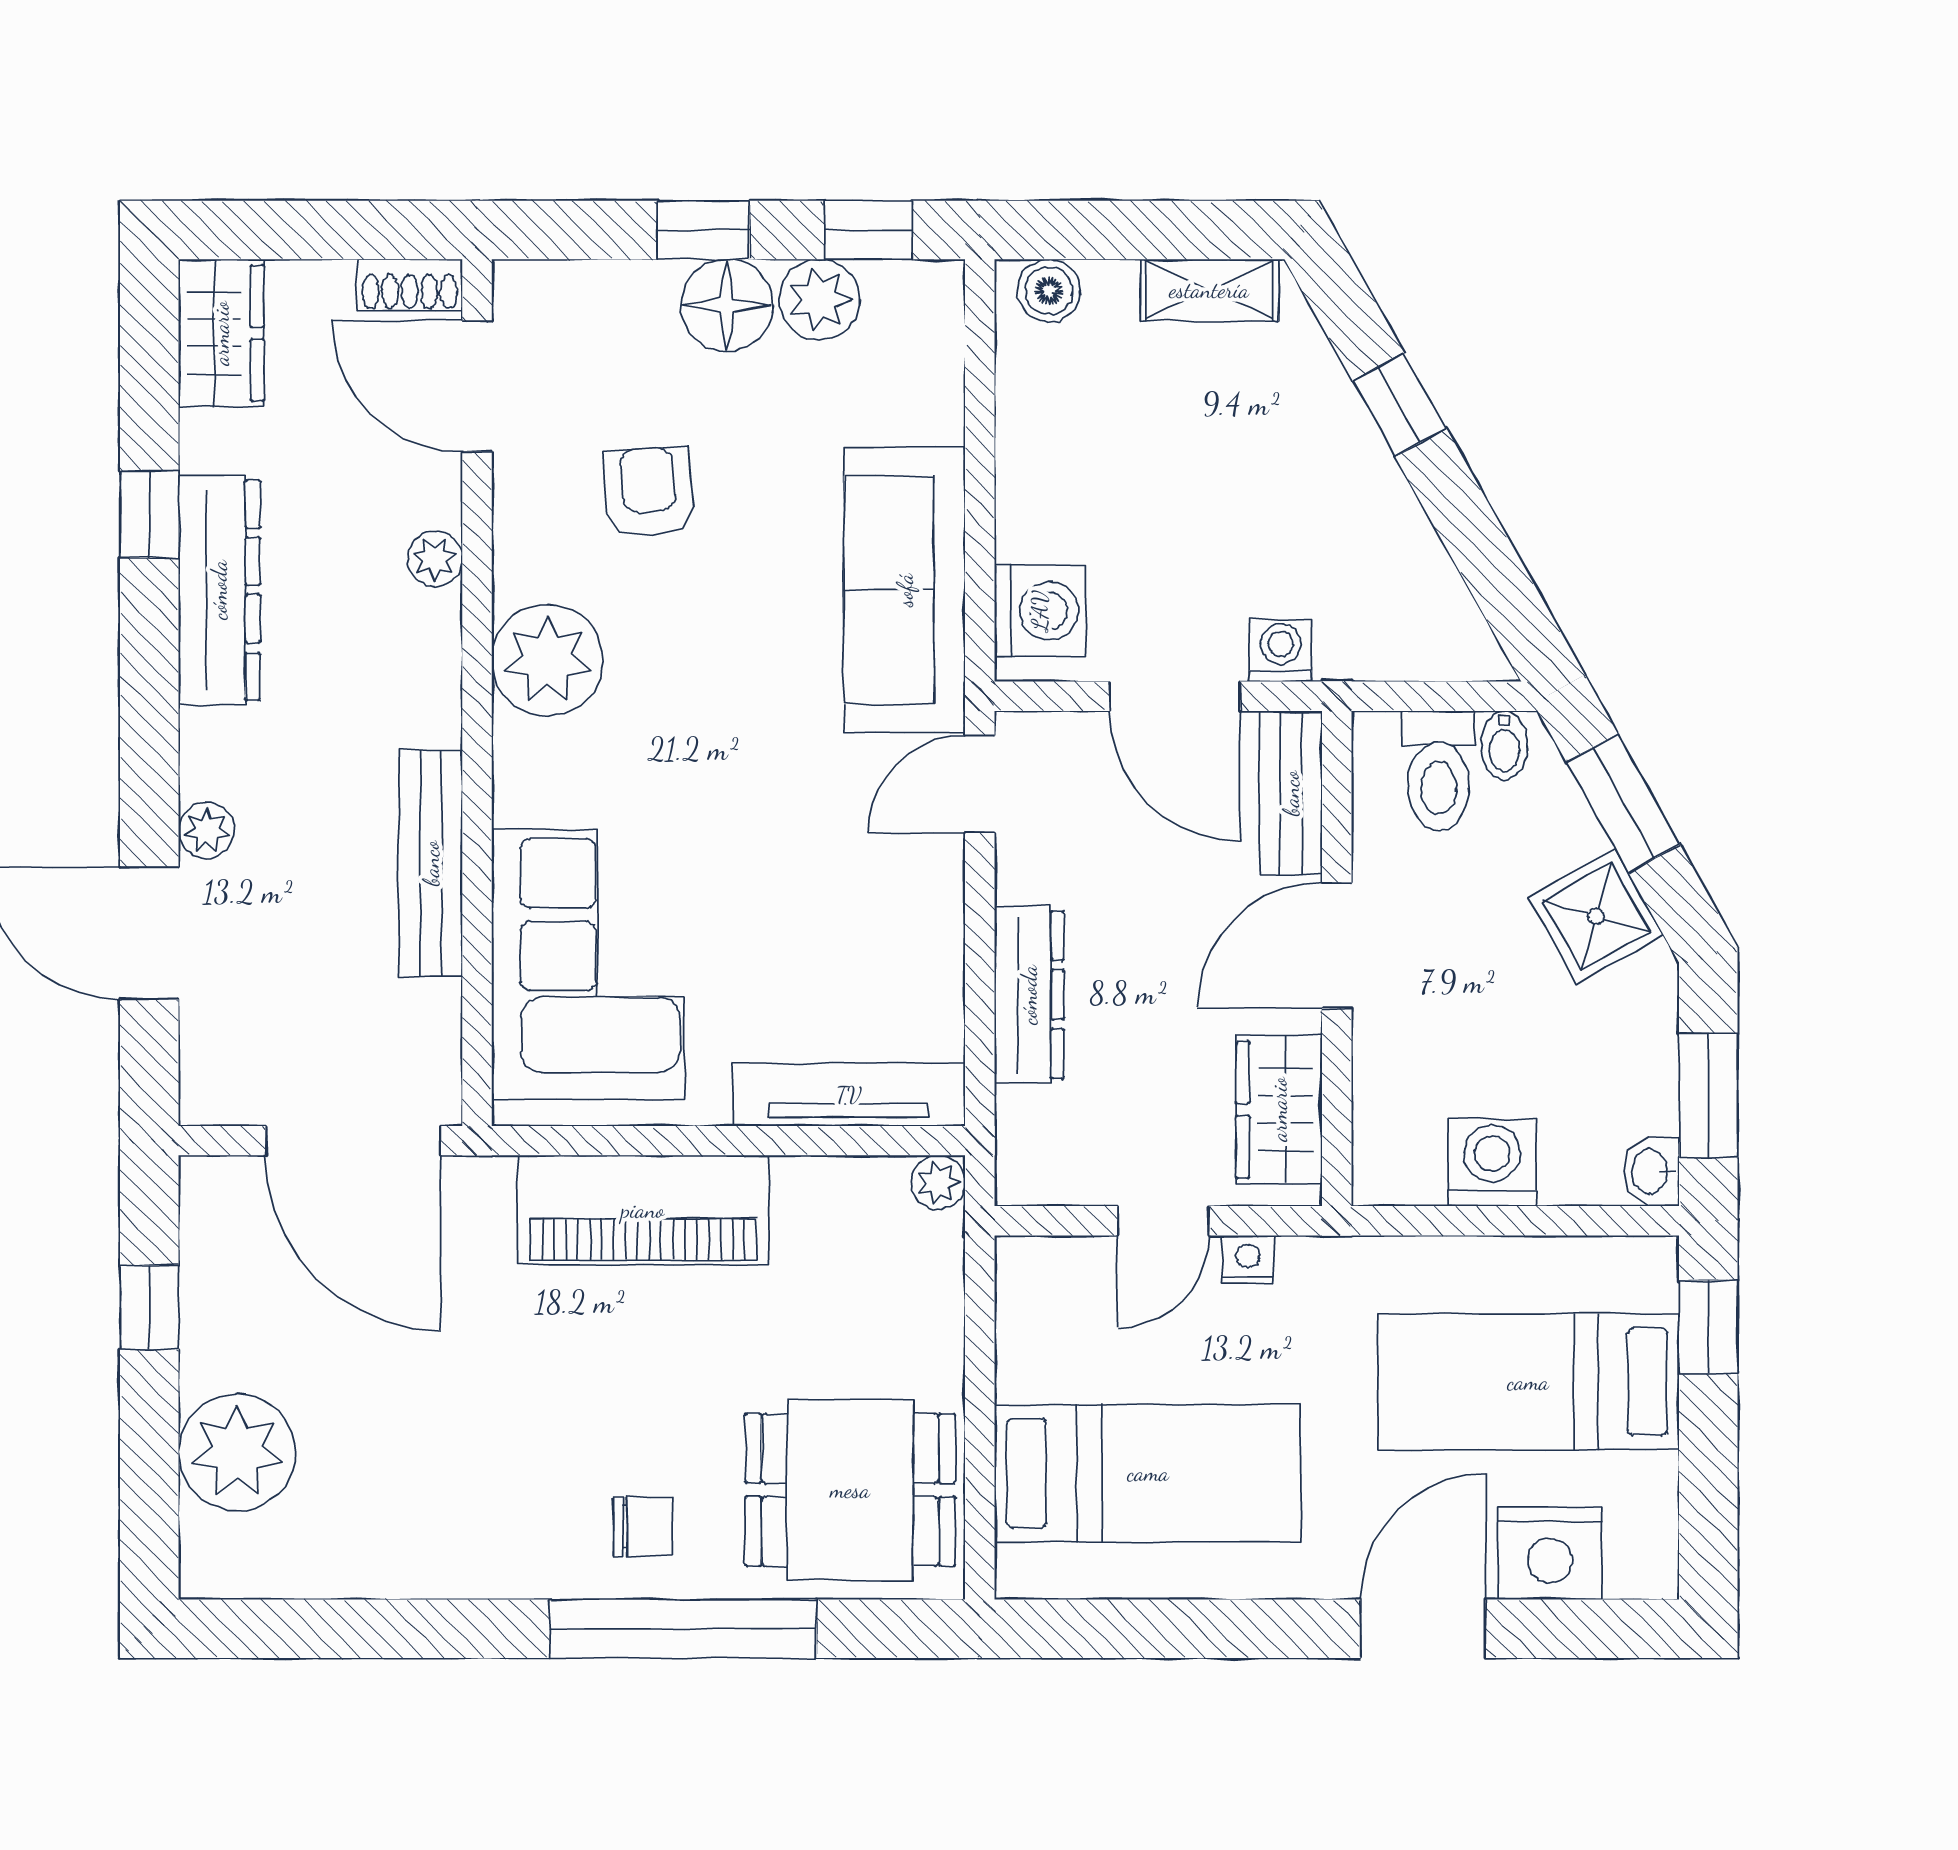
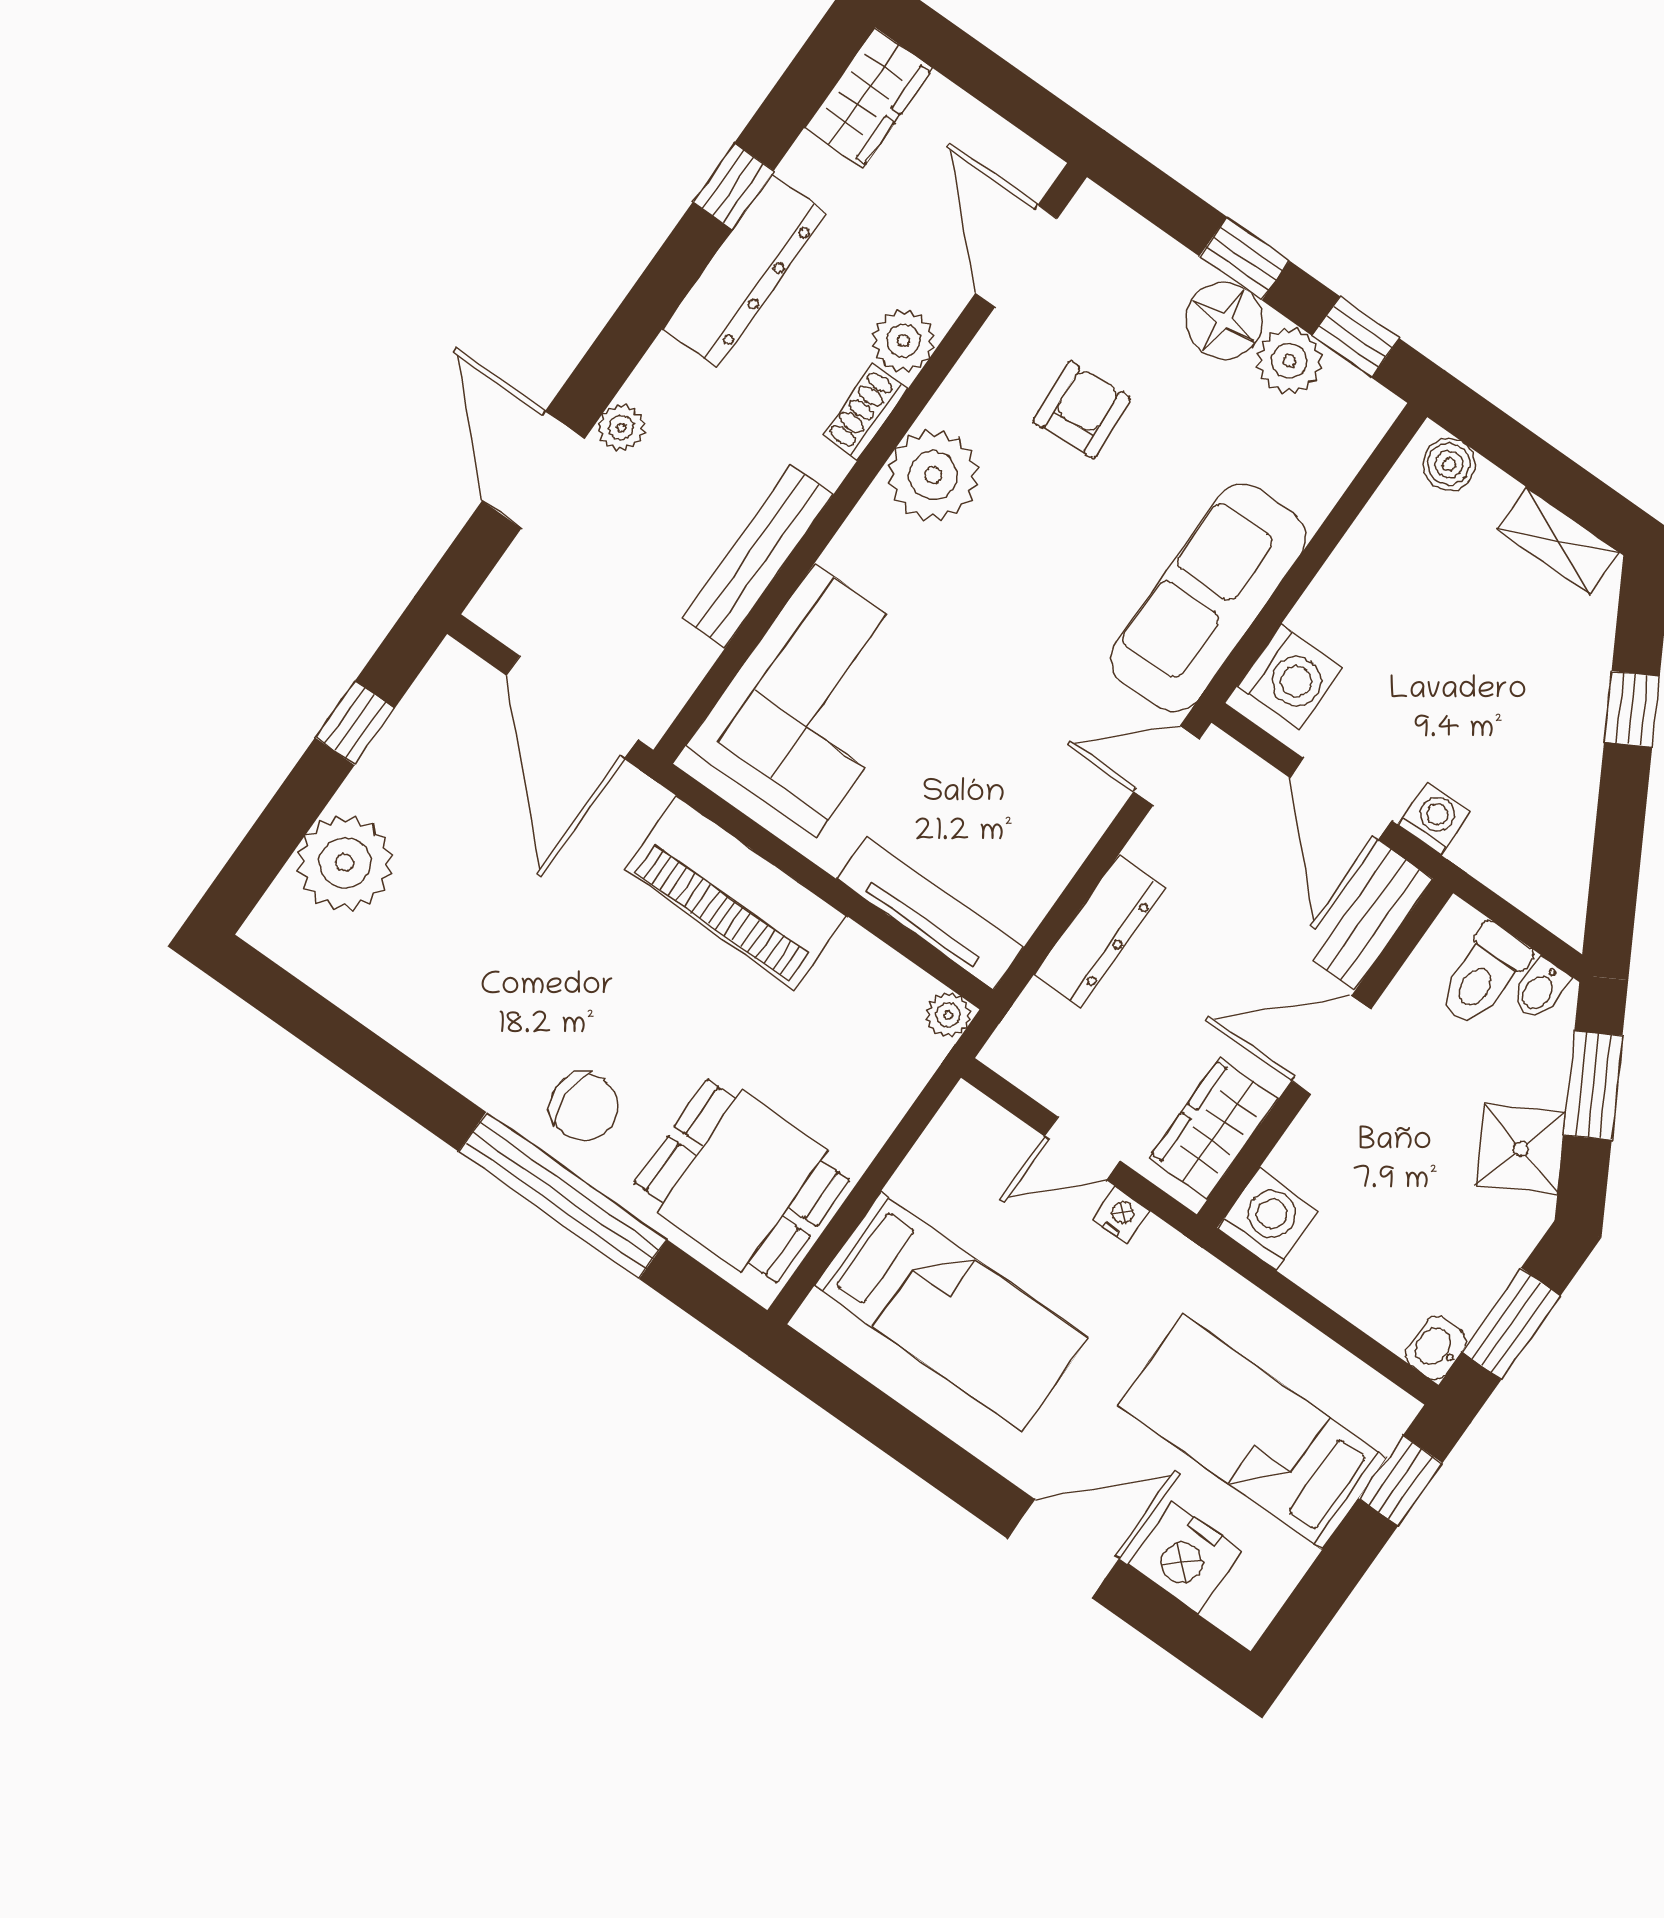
shoe rack: (410, 285) -> (865, 412), moved, turned 90
plant: (435, 559) -> (903, 341), width x1.38, depth x1.38
washing machine: (1492, 1162) -> (1267, 1220), moved
chair: (643, 1527) -> (584, 1107), width x1.37, depth x1.37

